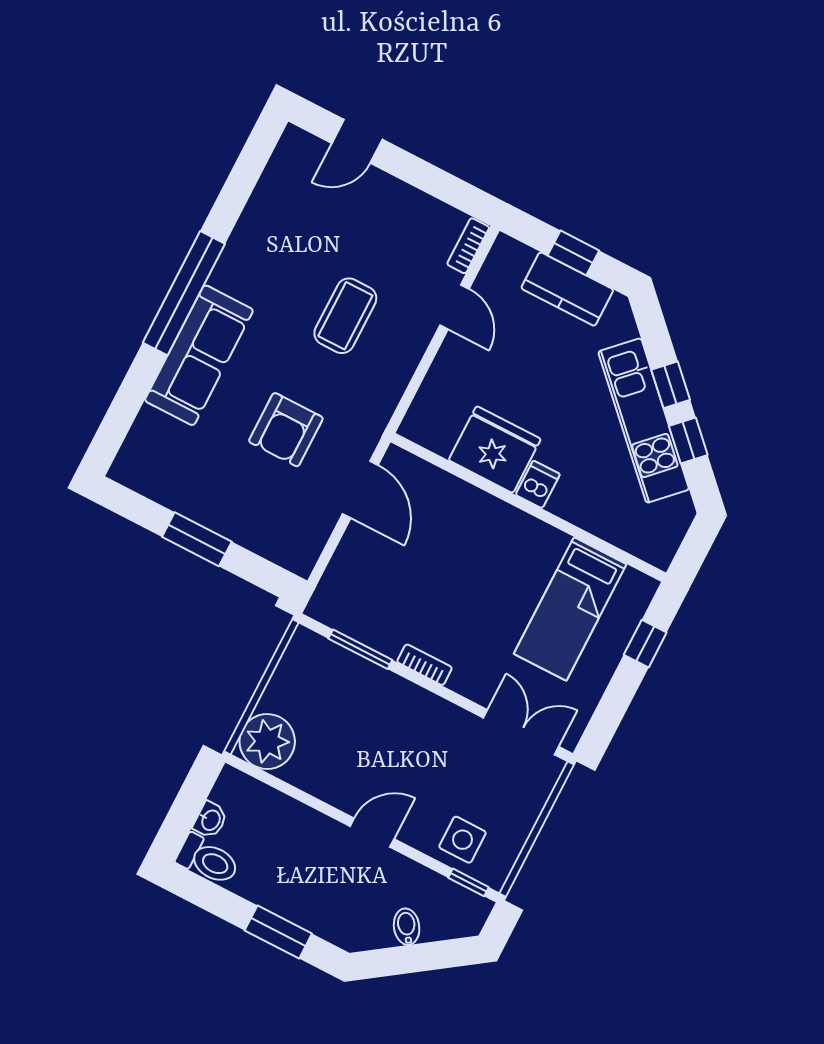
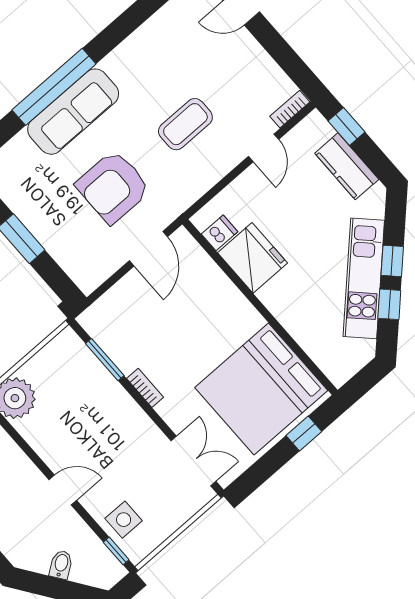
window: (573, 253) -> (346, 127), moved
window: (184, 293) -> (54, 87), moved
armchair: (286, 430) -> (113, 187), width x1.36, depth x1.36
dishwasher: (538, 484) -> (220, 233), moved
bed: (570, 609) -> (261, 389), width x2.04

